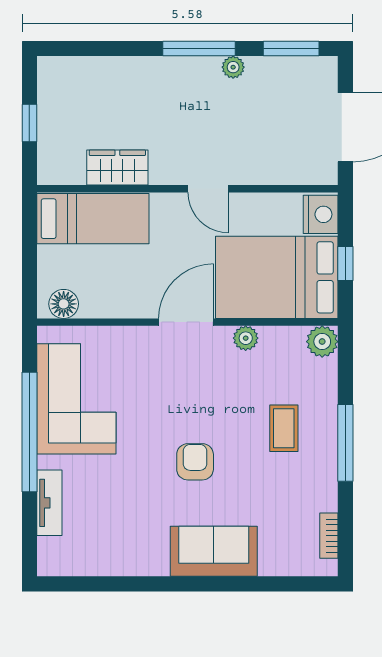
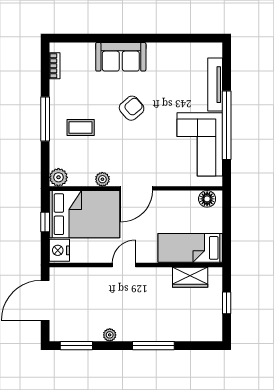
window: (199, 49) -> (153, 346), moved
wardrobe: (117, 168) -> (190, 277), moved
door: (208, 189) -> (124, 265), hinge flipped
coffee table: (284, 428) -> (81, 127), turned 90
armchair: (195, 462) -> (132, 108), turned -131
tv unit: (49, 503) -> (215, 85), width x1.41

